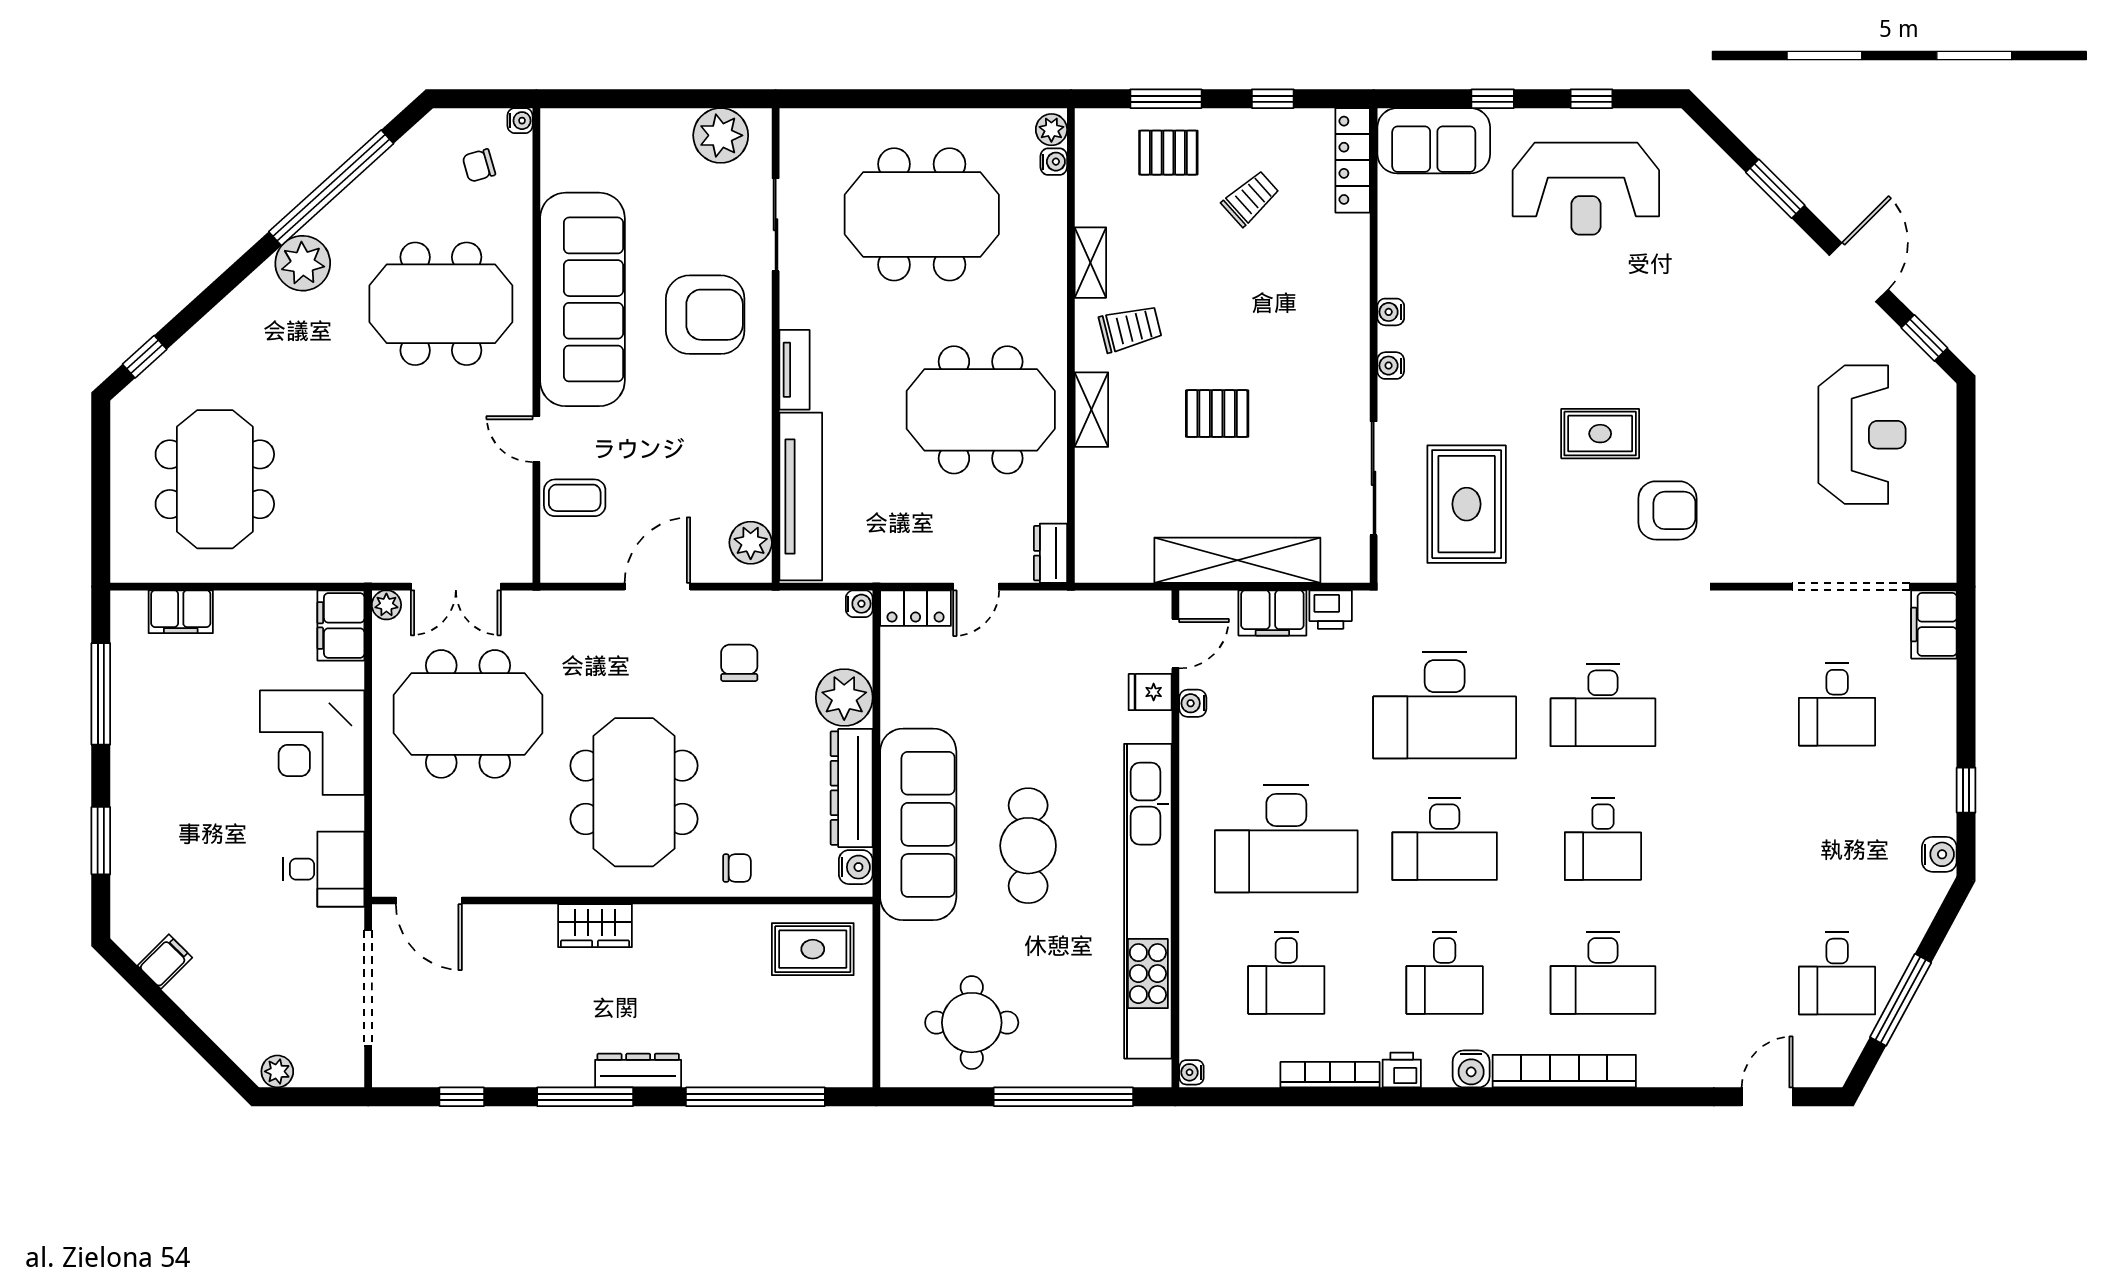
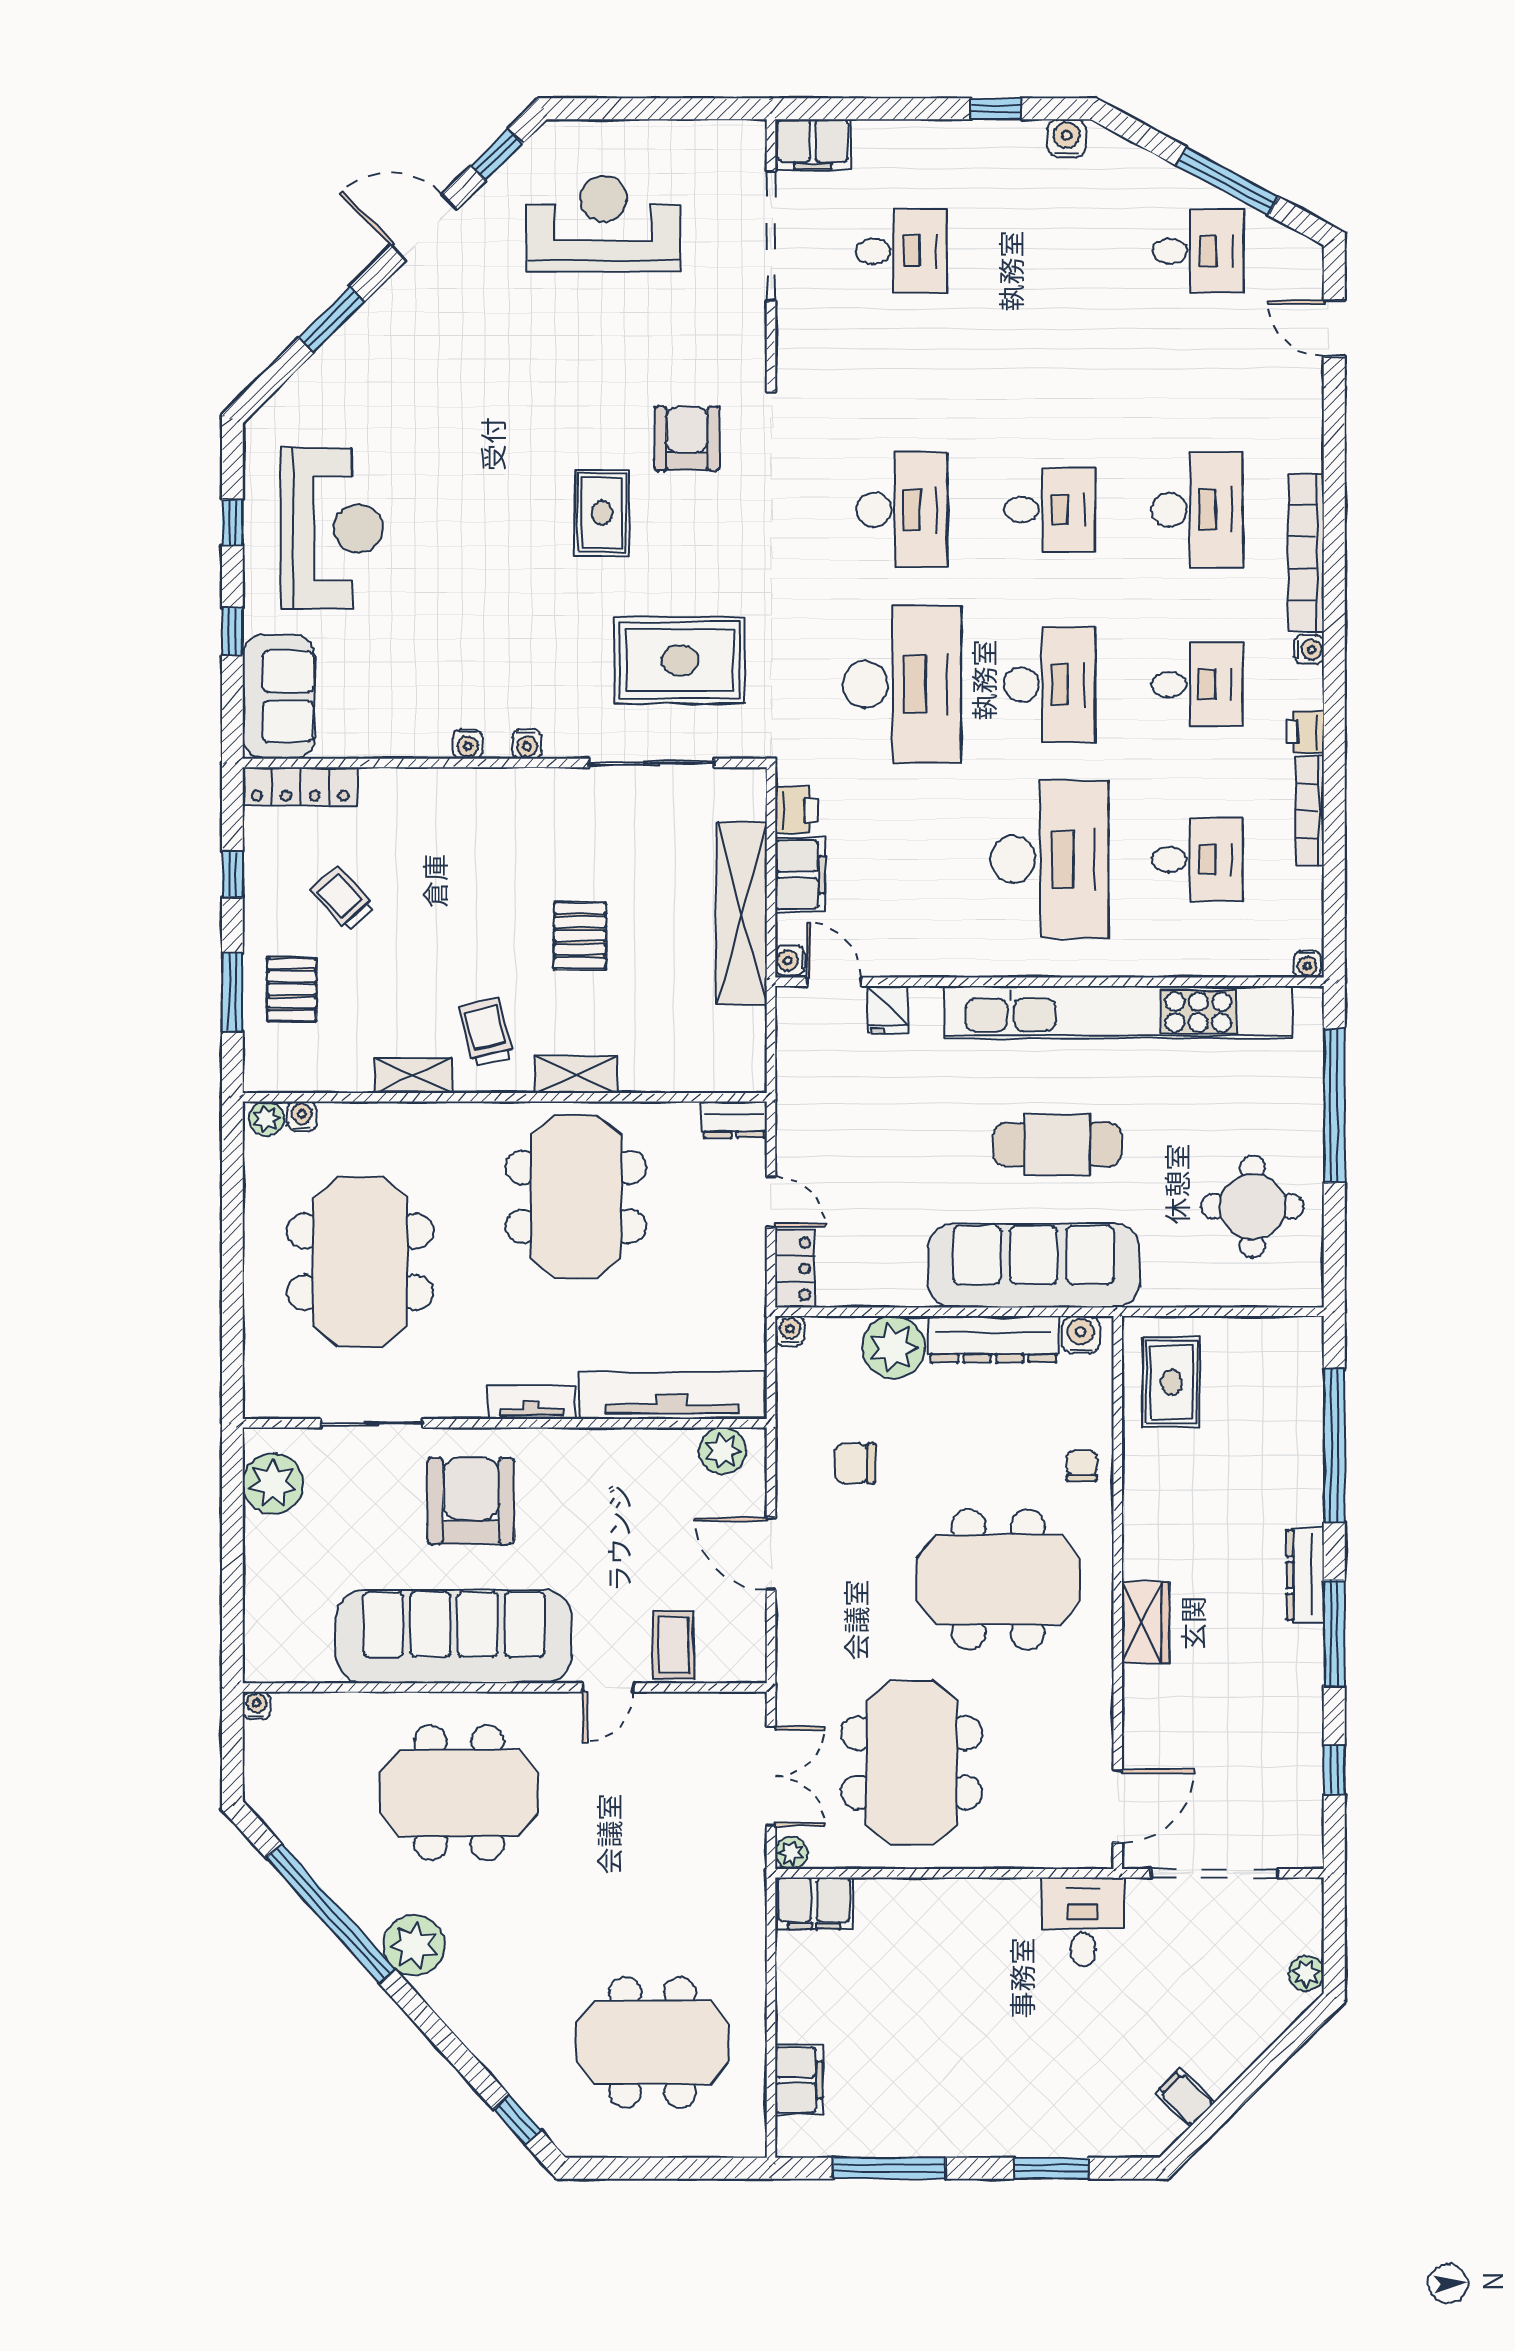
chair: (479, 165) -> (306, 1751), removed
meeting table: (441, 304) -> (459, 1793), turned 90
water cooler: (1193, 703) -> (790, 960), moved, turned 90
corner desk: (312, 743) -> (943, 1935), removed
water cooler: (1471, 1069) -> (1309, 650), width x0.72, depth x0.72

